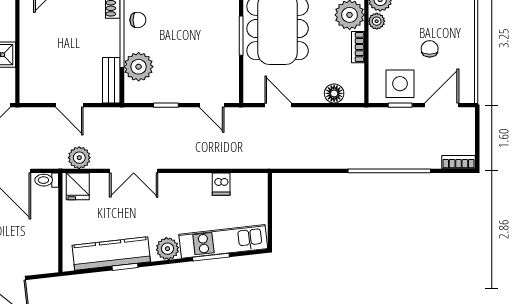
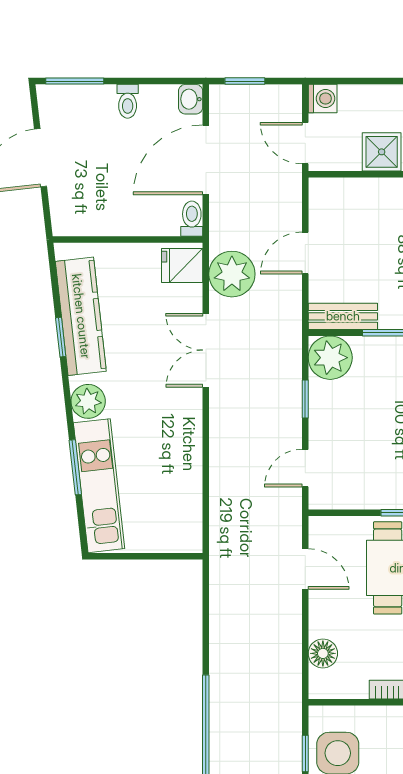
plant: (139, 67) -> (330, 358), moved
door: (278, 105) -> (305, 569), hinge flipped
plant: (79, 158) -> (232, 274), width x1.36, depth x1.36
dishwasher: (221, 184) -> (186, 483), removed

